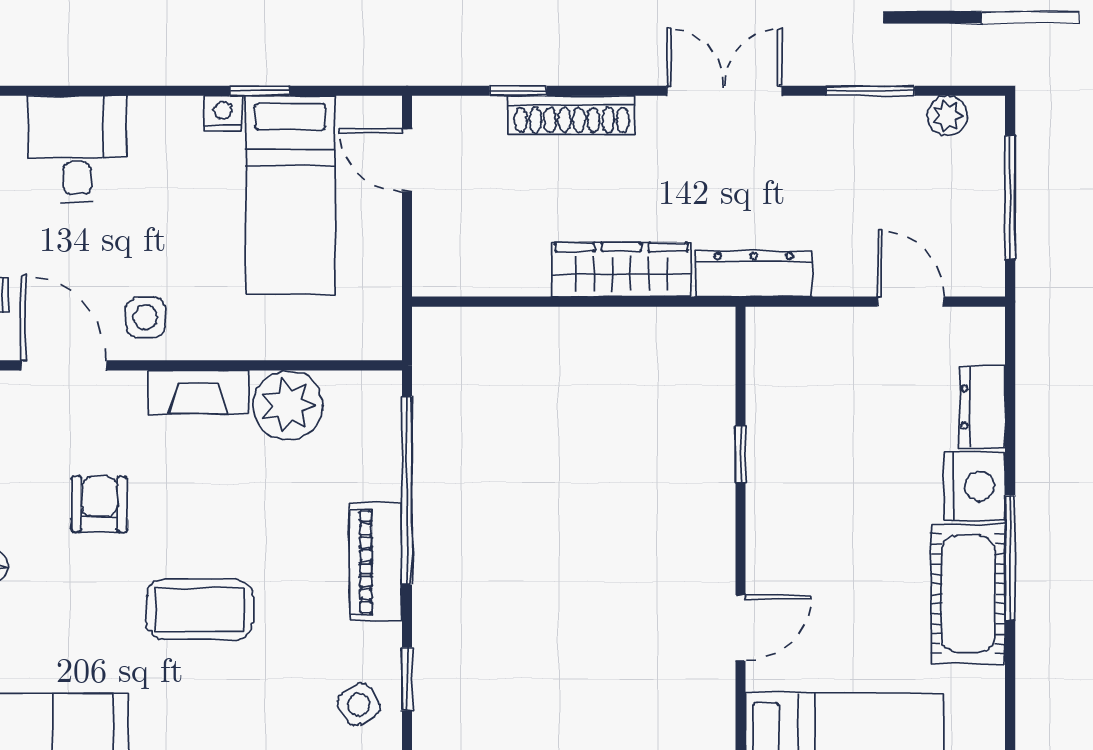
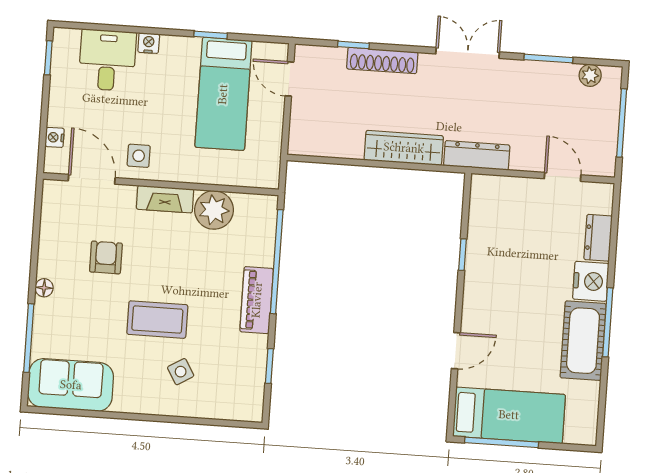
nightstand: (223, 113) -> (149, 43), moved
side table: (359, 705) -> (181, 372), moved

